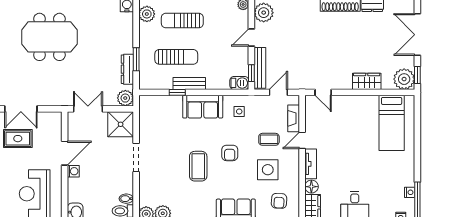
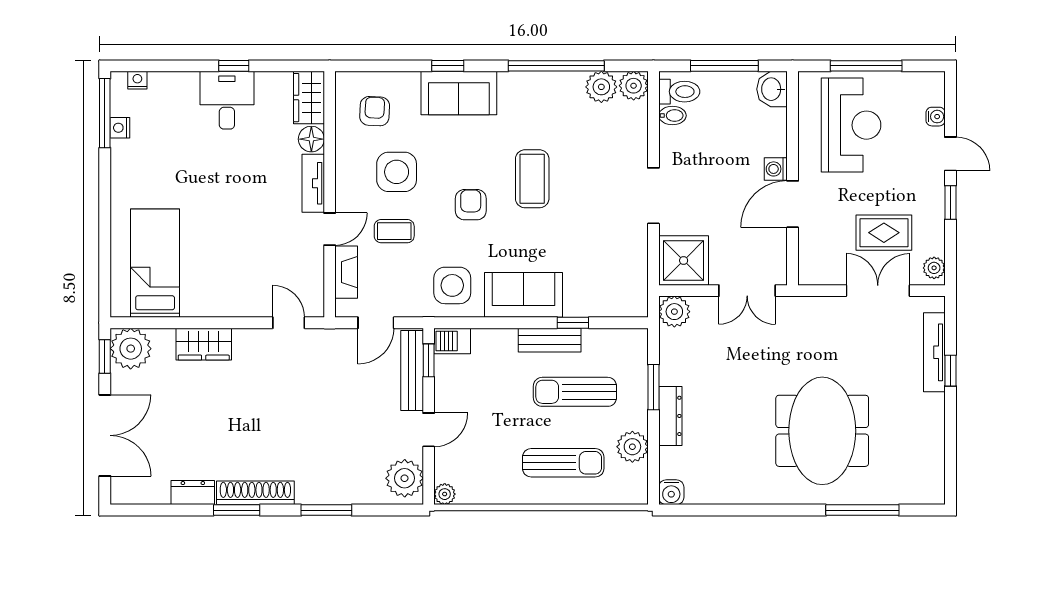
plant: (147, 14) -> (632, 447), moved
meeting table: (49, 37) -> (822, 431), turned 90
dresser: (127, 69) -> (670, 416), moved
side table: (239, 111) -> (452, 285), width x1.87, depth x1.87

